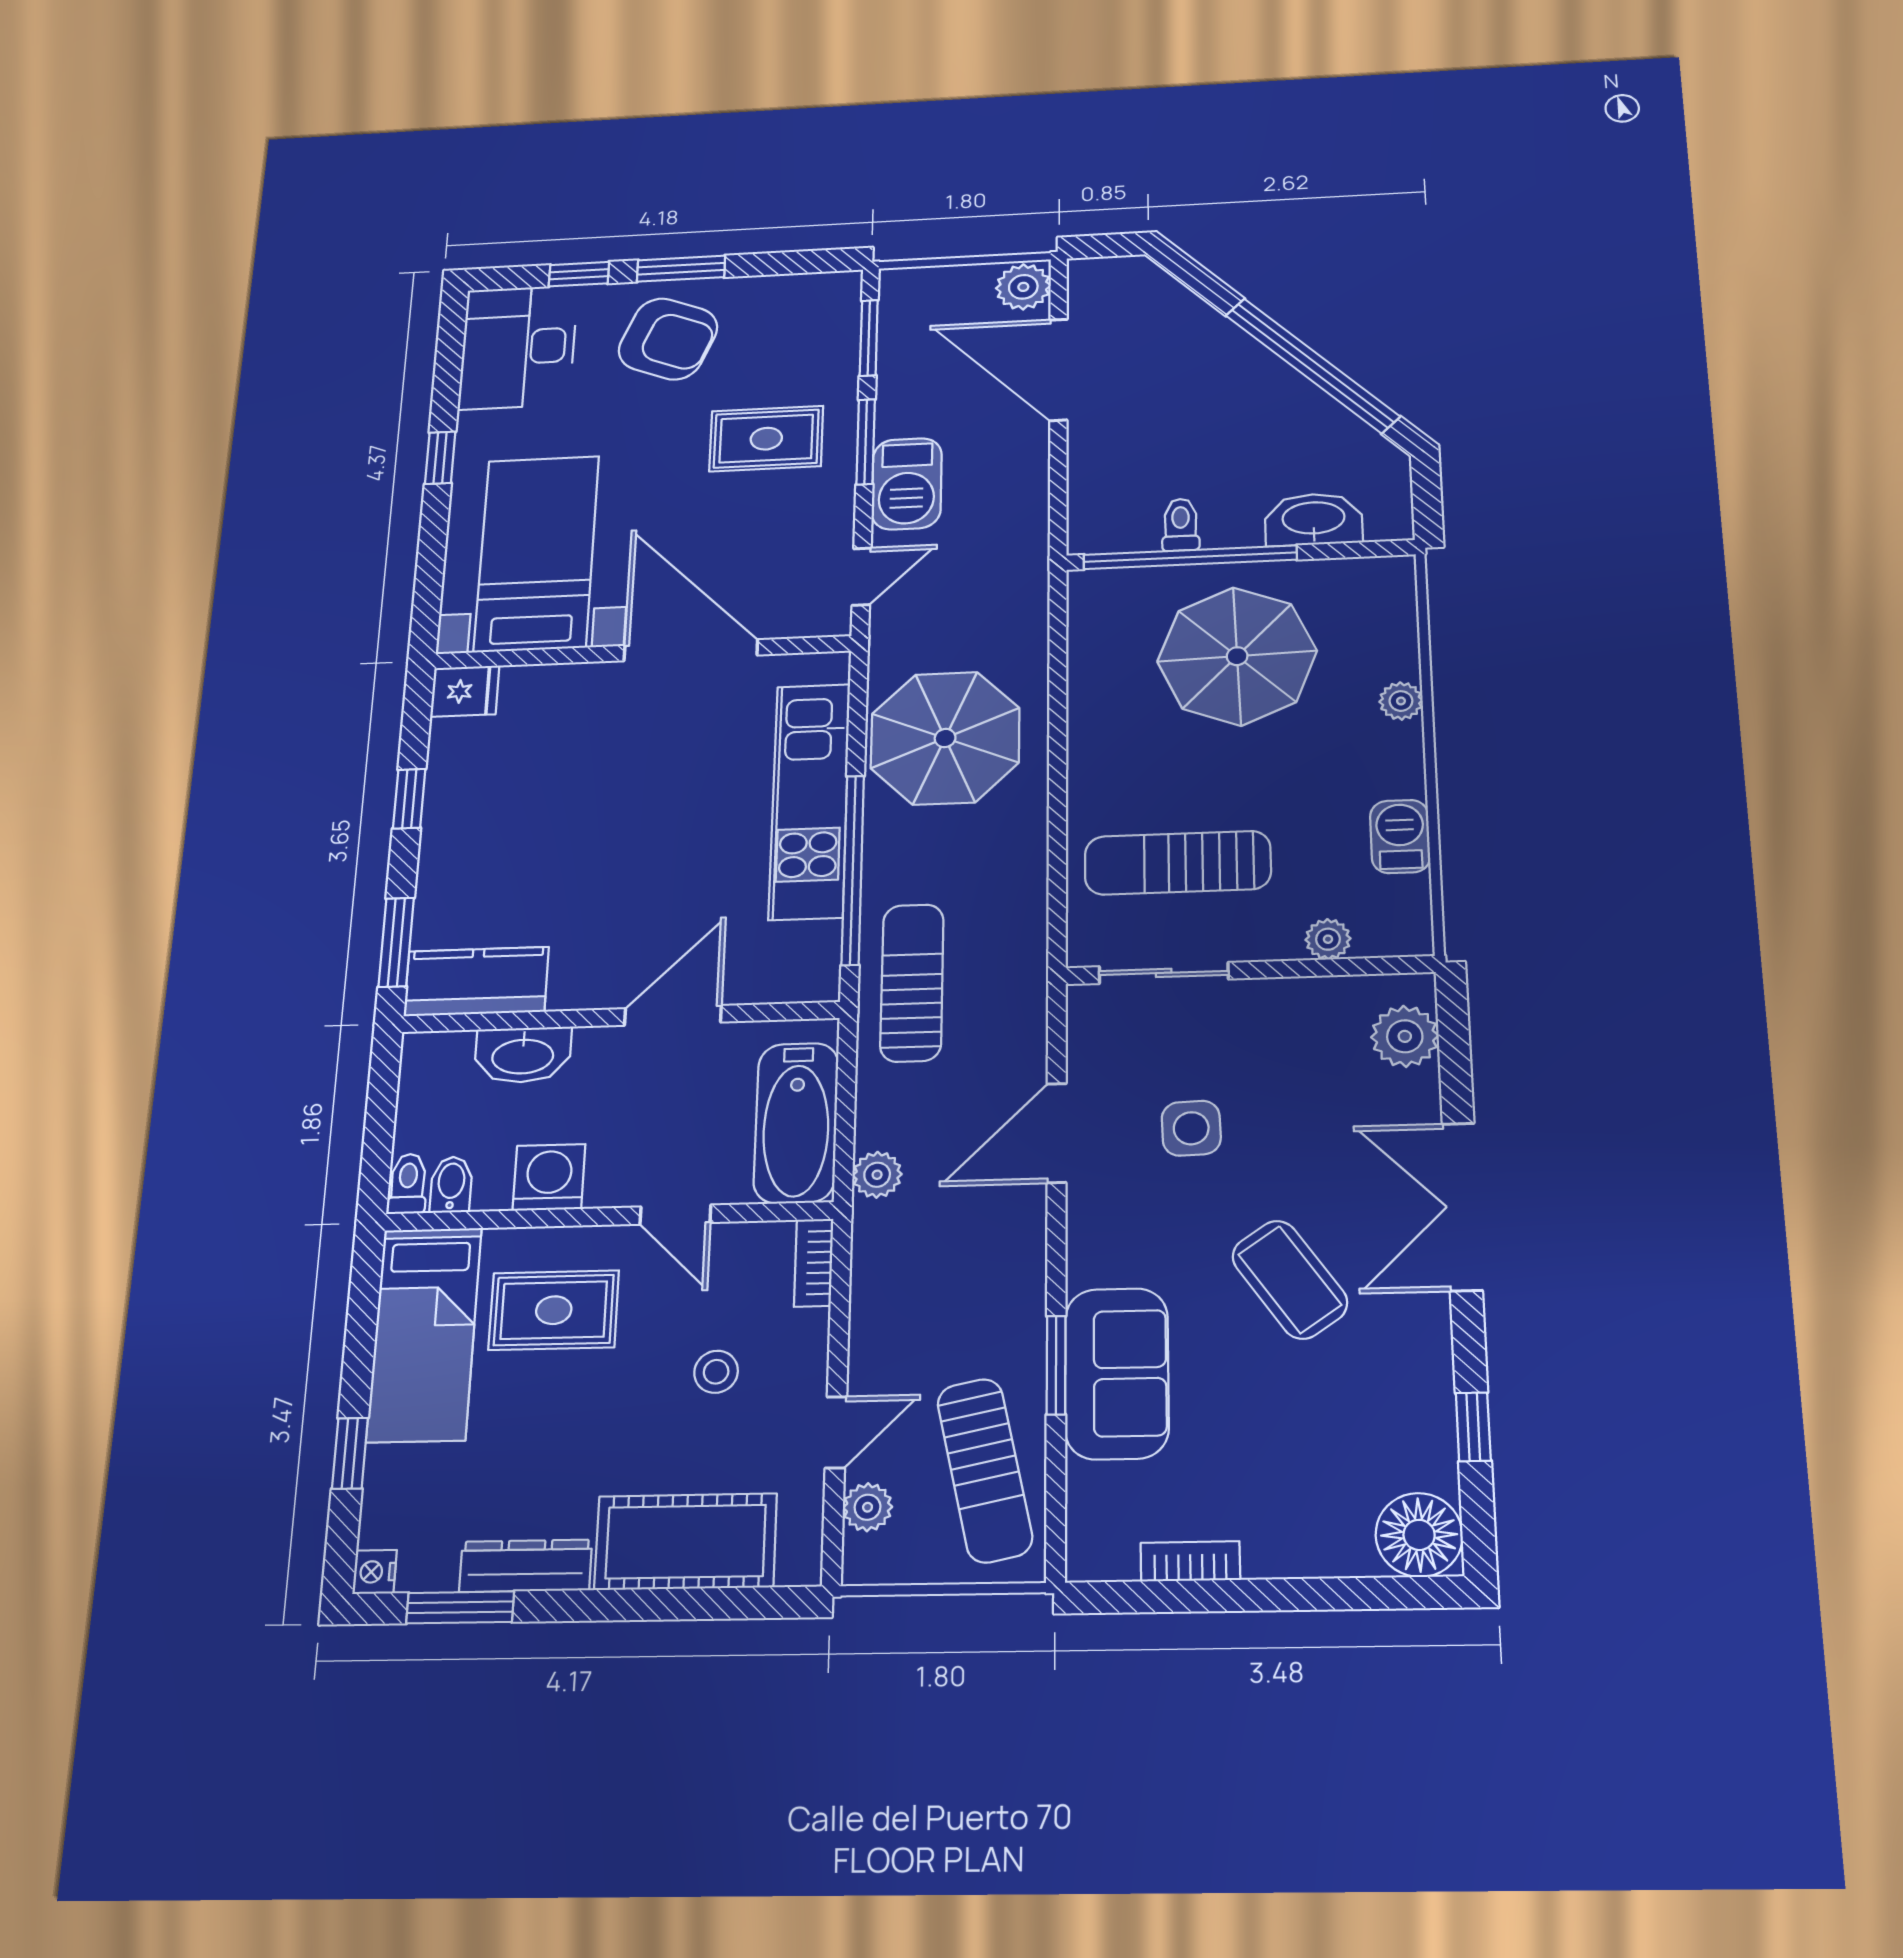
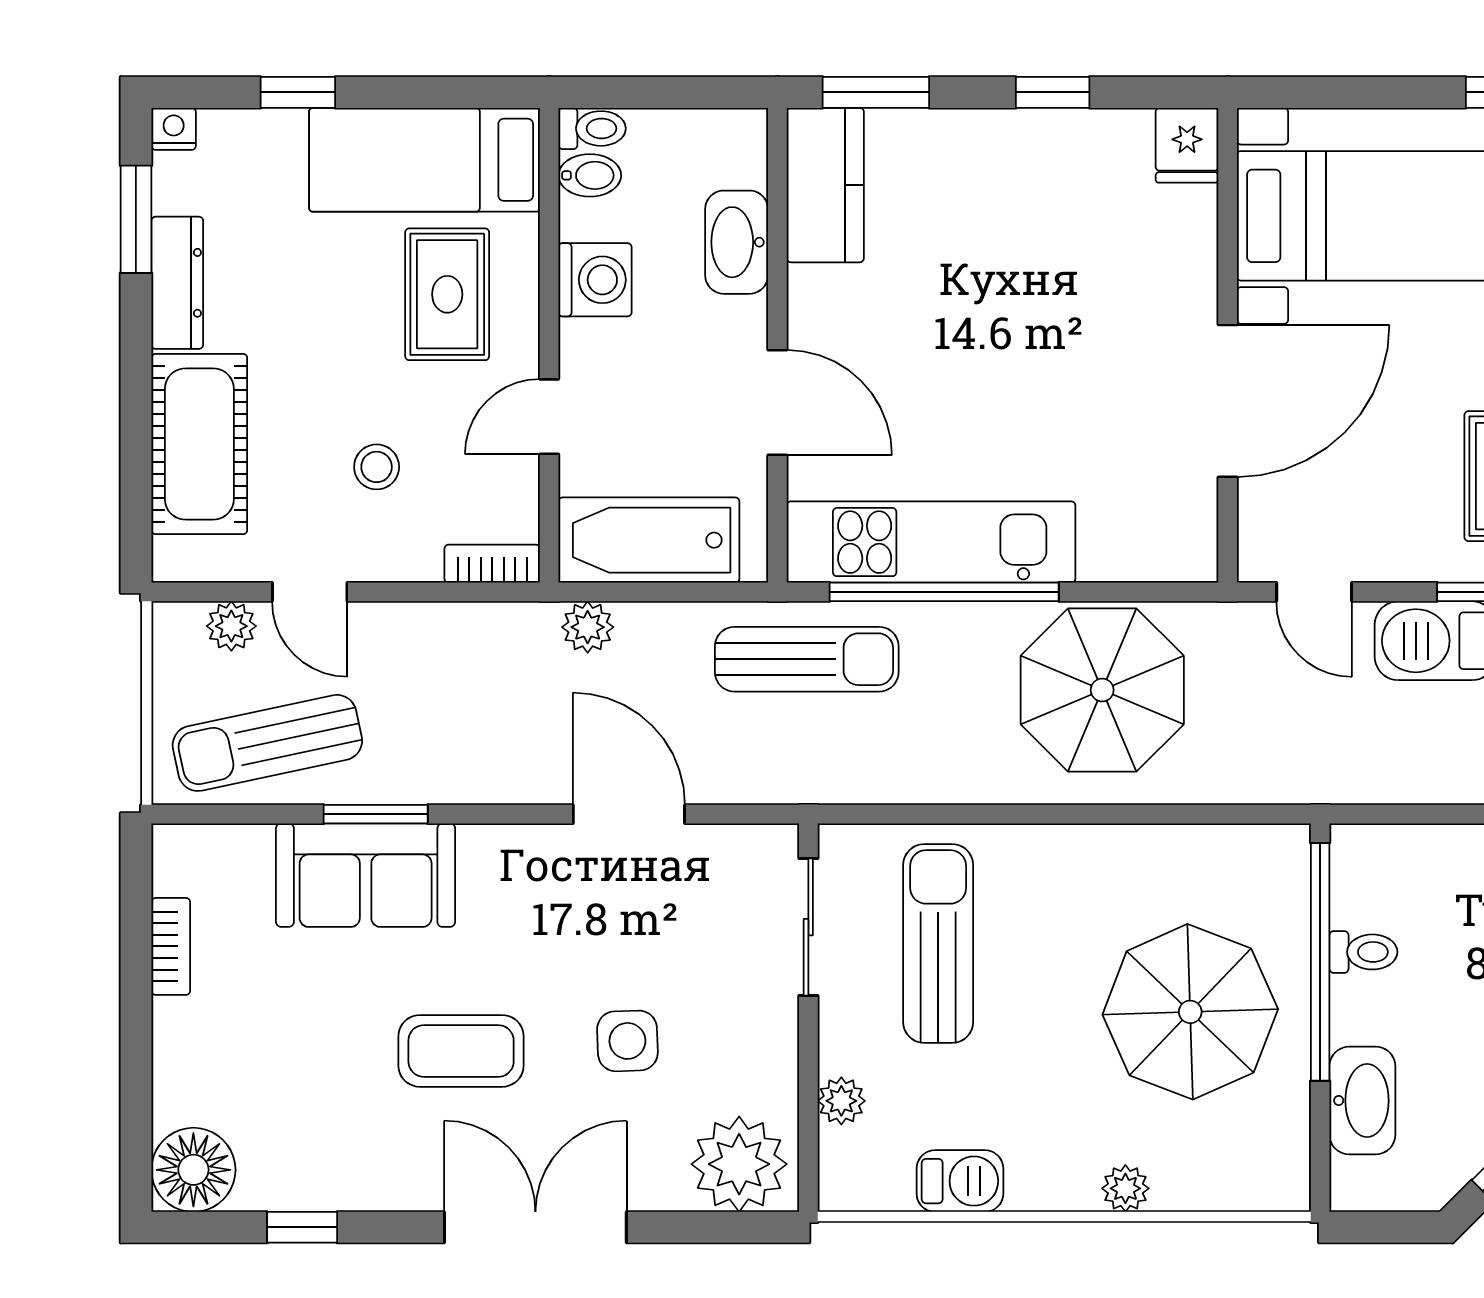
kitchen unit: (810, 801) -> (931, 542), moved
plant: (1405, 1036) -> (739, 1164), width x1.36, depth x1.36
side table: (1191, 1128) -> (627, 1041), moved
coffee table: (1290, 1280) -> (461, 1051), turned 35

